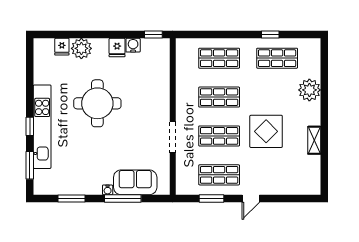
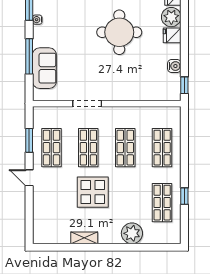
fridge: (117, 48) -> (172, 35), moved
water cooler: (108, 190) -> (37, 20), moved

